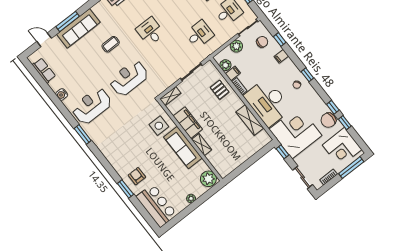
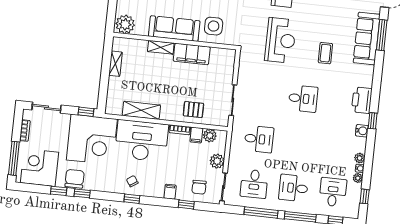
desk: (199, 34) -> (259, 139), turned -90
shelving: (170, 96) -> (115, 64), moved

